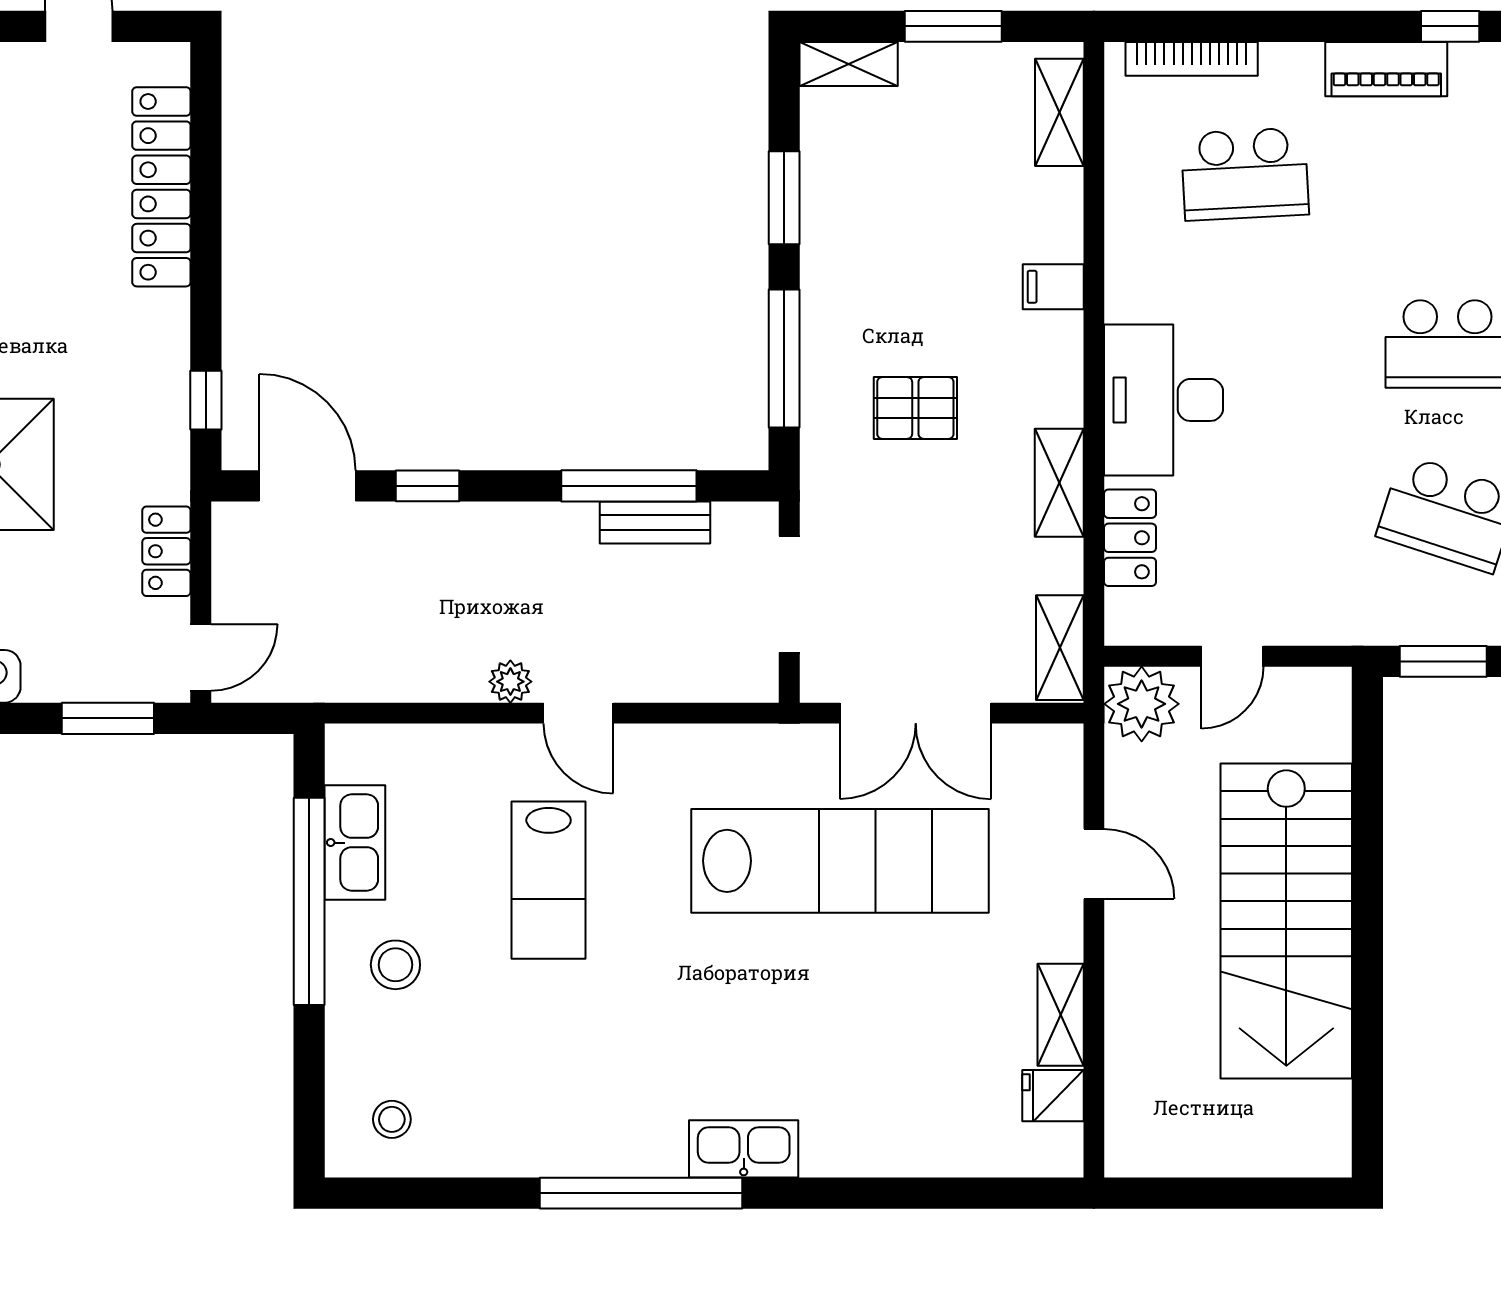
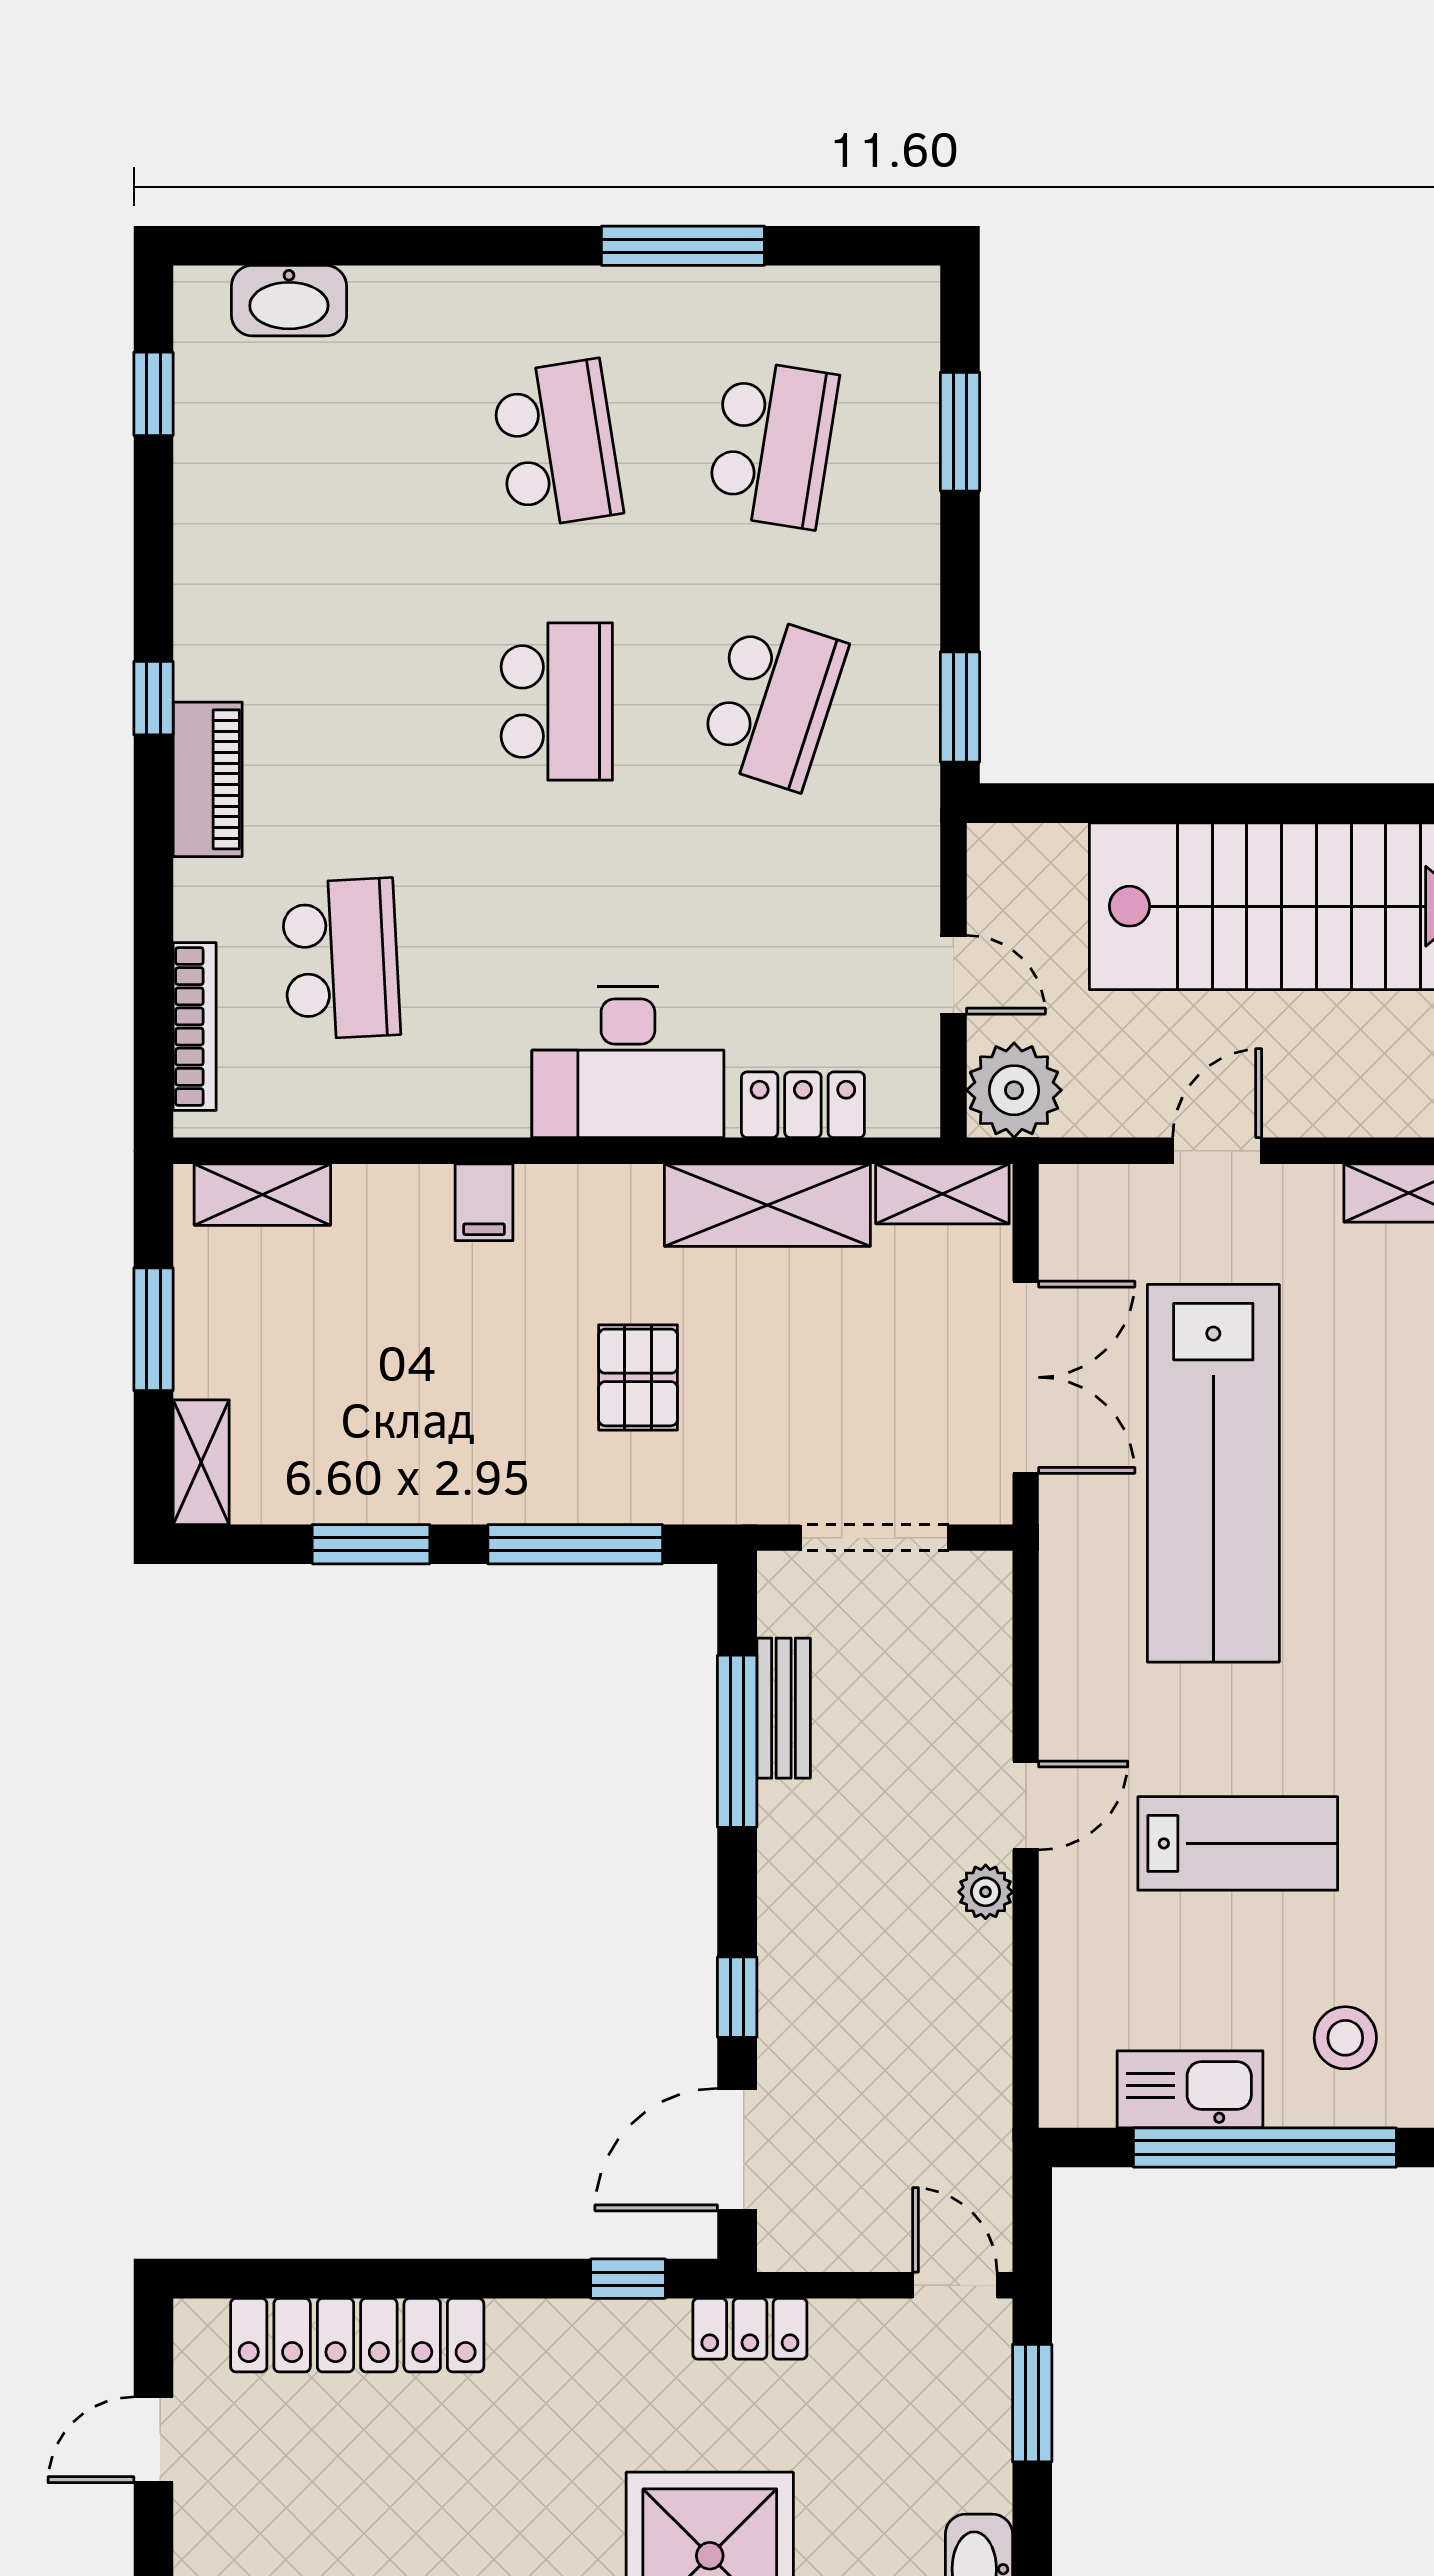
shelving: (1059, 483) -> (767, 1205), width x1.50, depth x1.33
locker: (166, 551) -> (750, 2329), moved
lab bench: (840, 861) -> (1213, 1473), turned 180

